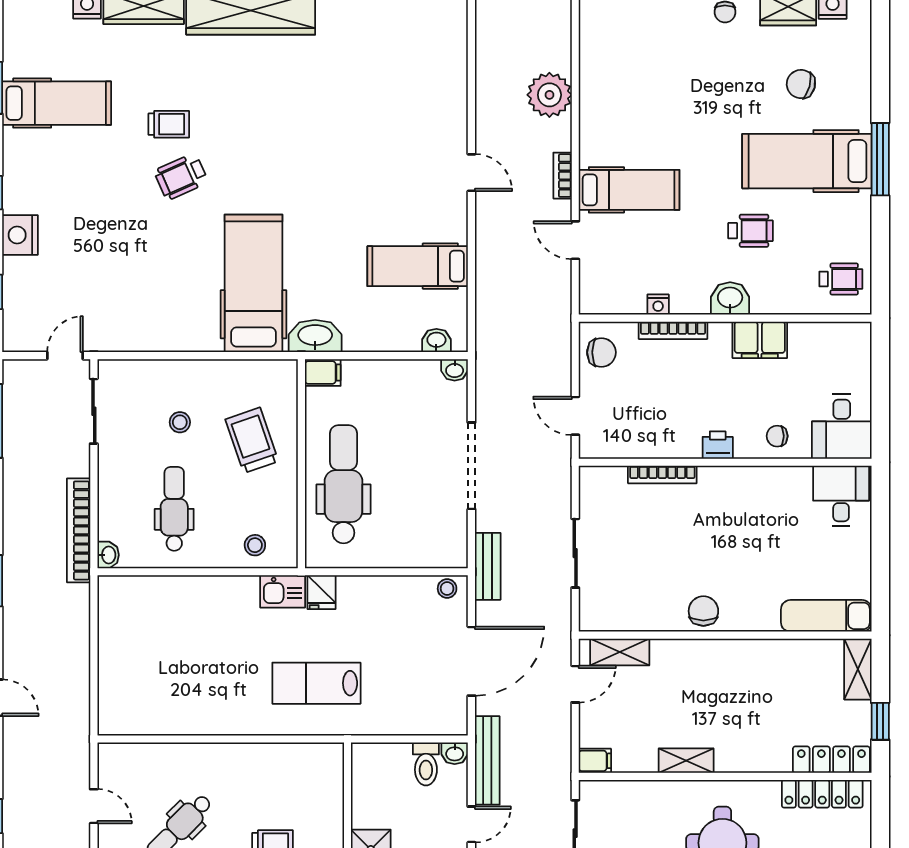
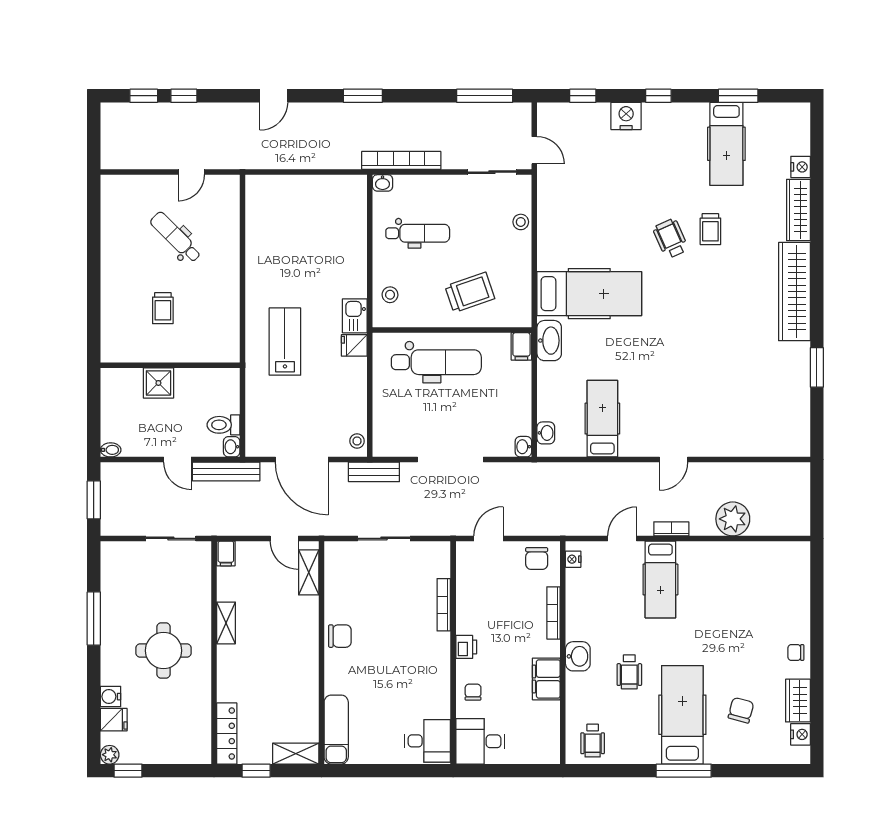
nightstand: (658, 305) -> (573, 559), moved
stool: (180, 422) -> (521, 222), moved
locker: (822, 794) -> (201, 727), removed

